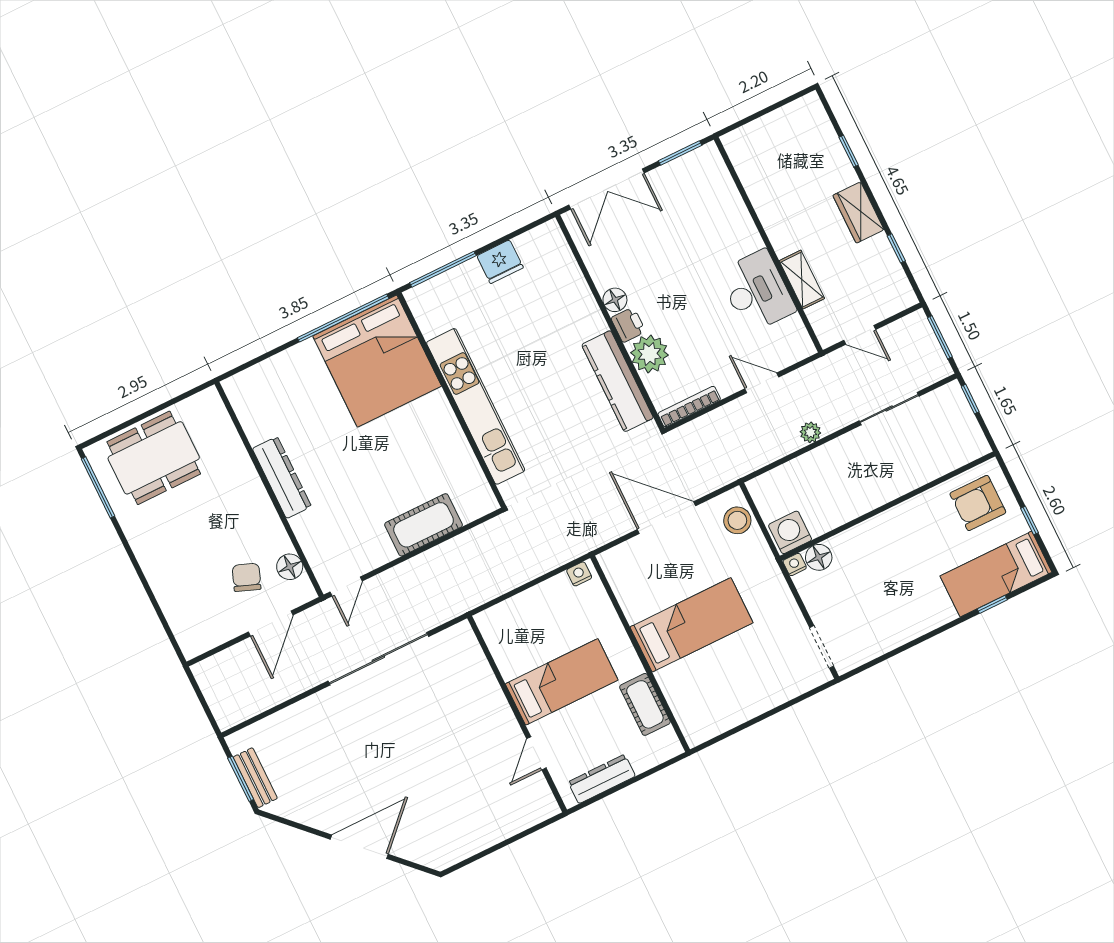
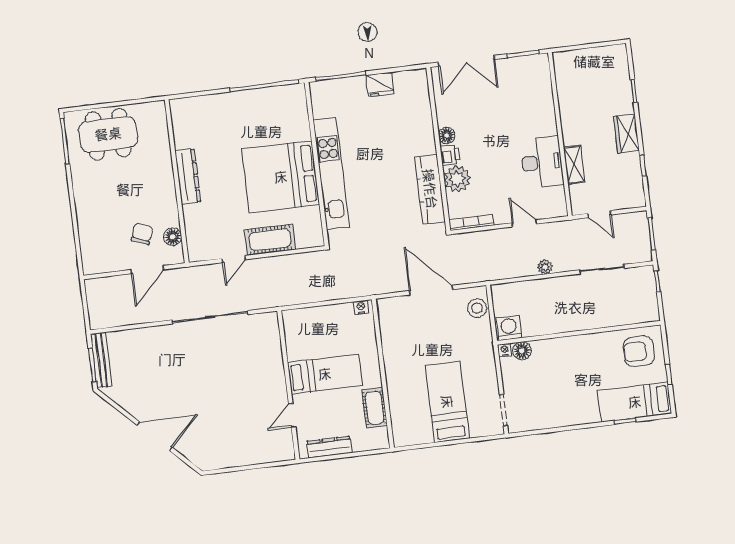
bed: (377, 361) -> (281, 177), moved, turned 90
door: (346, 587) -> (234, 259), moved
bed: (691, 625) -> (447, 402), moved, turned -90
bench: (255, 778) -> (101, 360), width x1.36

